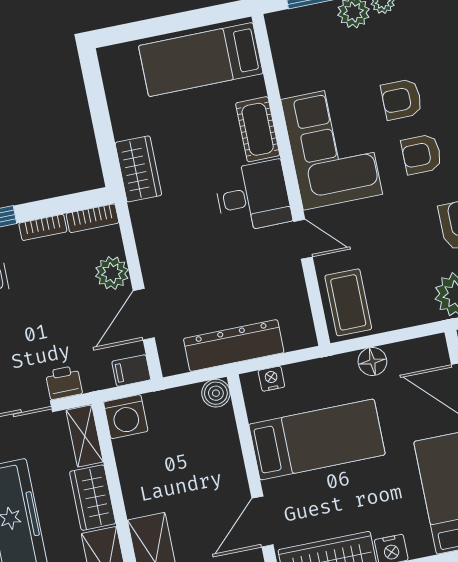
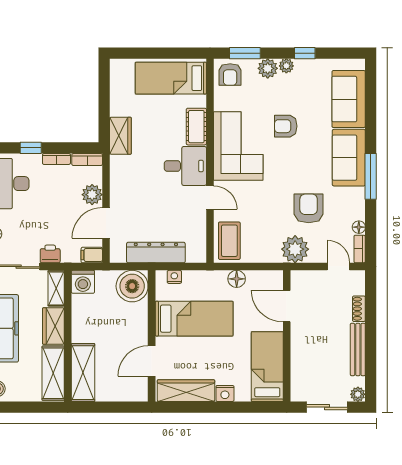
armchair: (422, 154) -> (230, 74), moved, turned -90
boiler: (216, 393) -> (132, 286), width x1.86, depth x1.86

